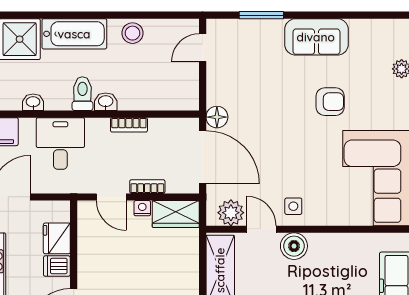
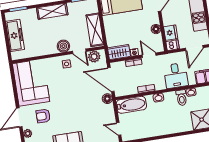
stool: (133, 33) -> (151, 130), removed
bathtub: (74, 34) -> (131, 105), moved, turned 180
door: (203, 48) -> (119, 129), swing flipped
toilet: (82, 94) -> (182, 98), moved
armchair: (330, 102) -> (43, 116), moved
floor lamp: (87, 251) -> (156, 29), added
dishwasher: (57, 266) -> (173, 45), moved

